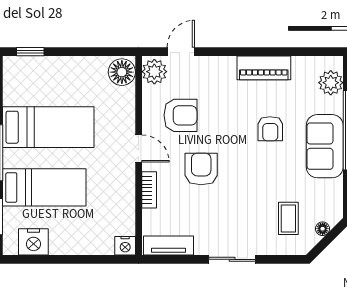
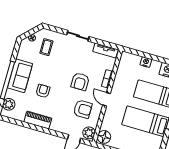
armchair: (180, 115) -> (83, 109), turned 180
nightstand: (125, 246) -> (146, 62), moved

